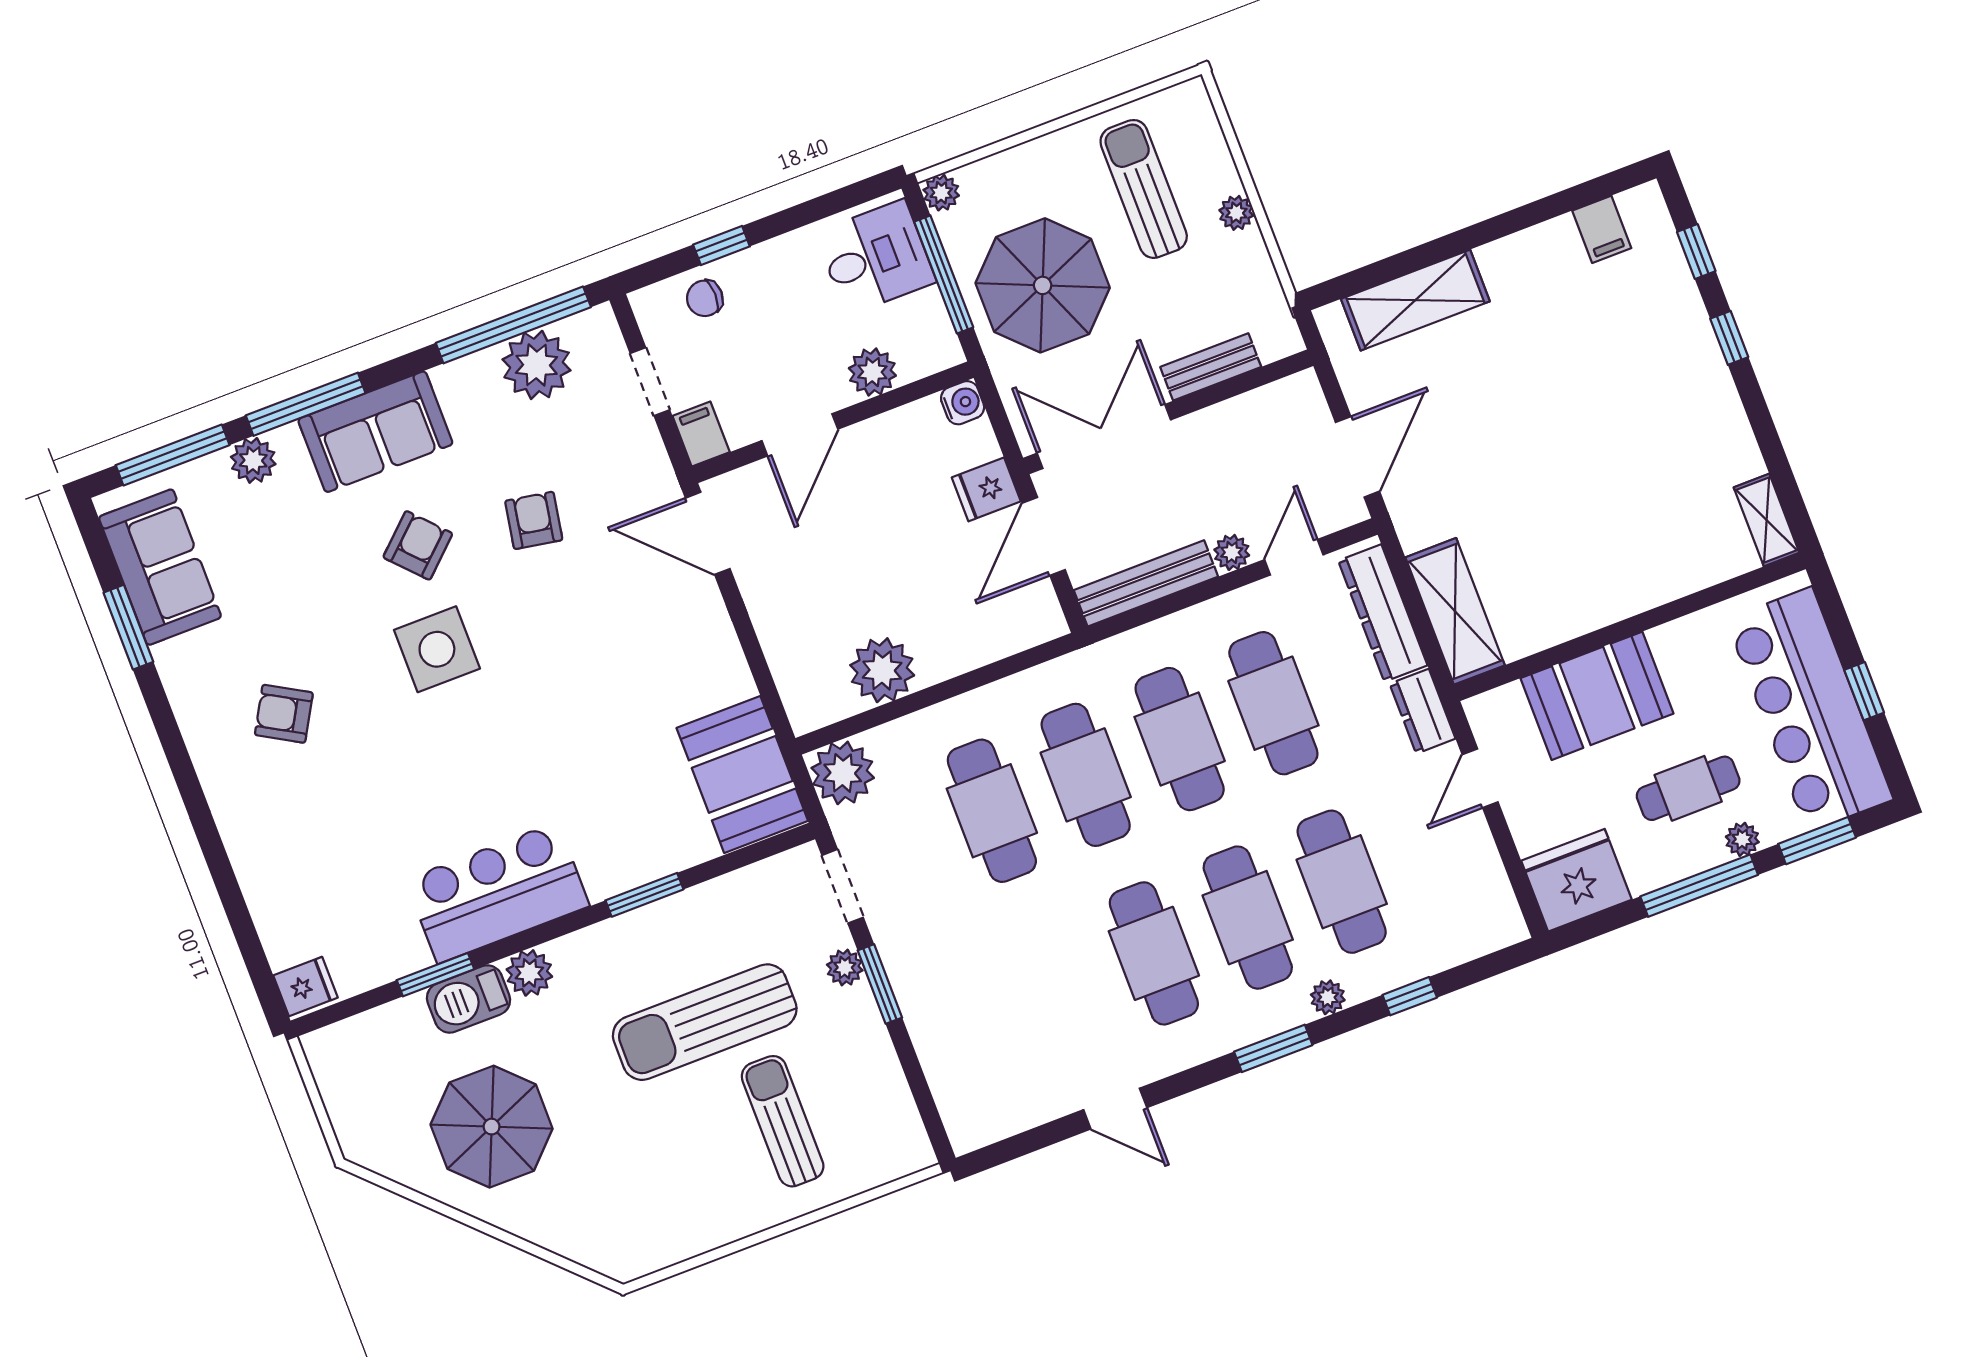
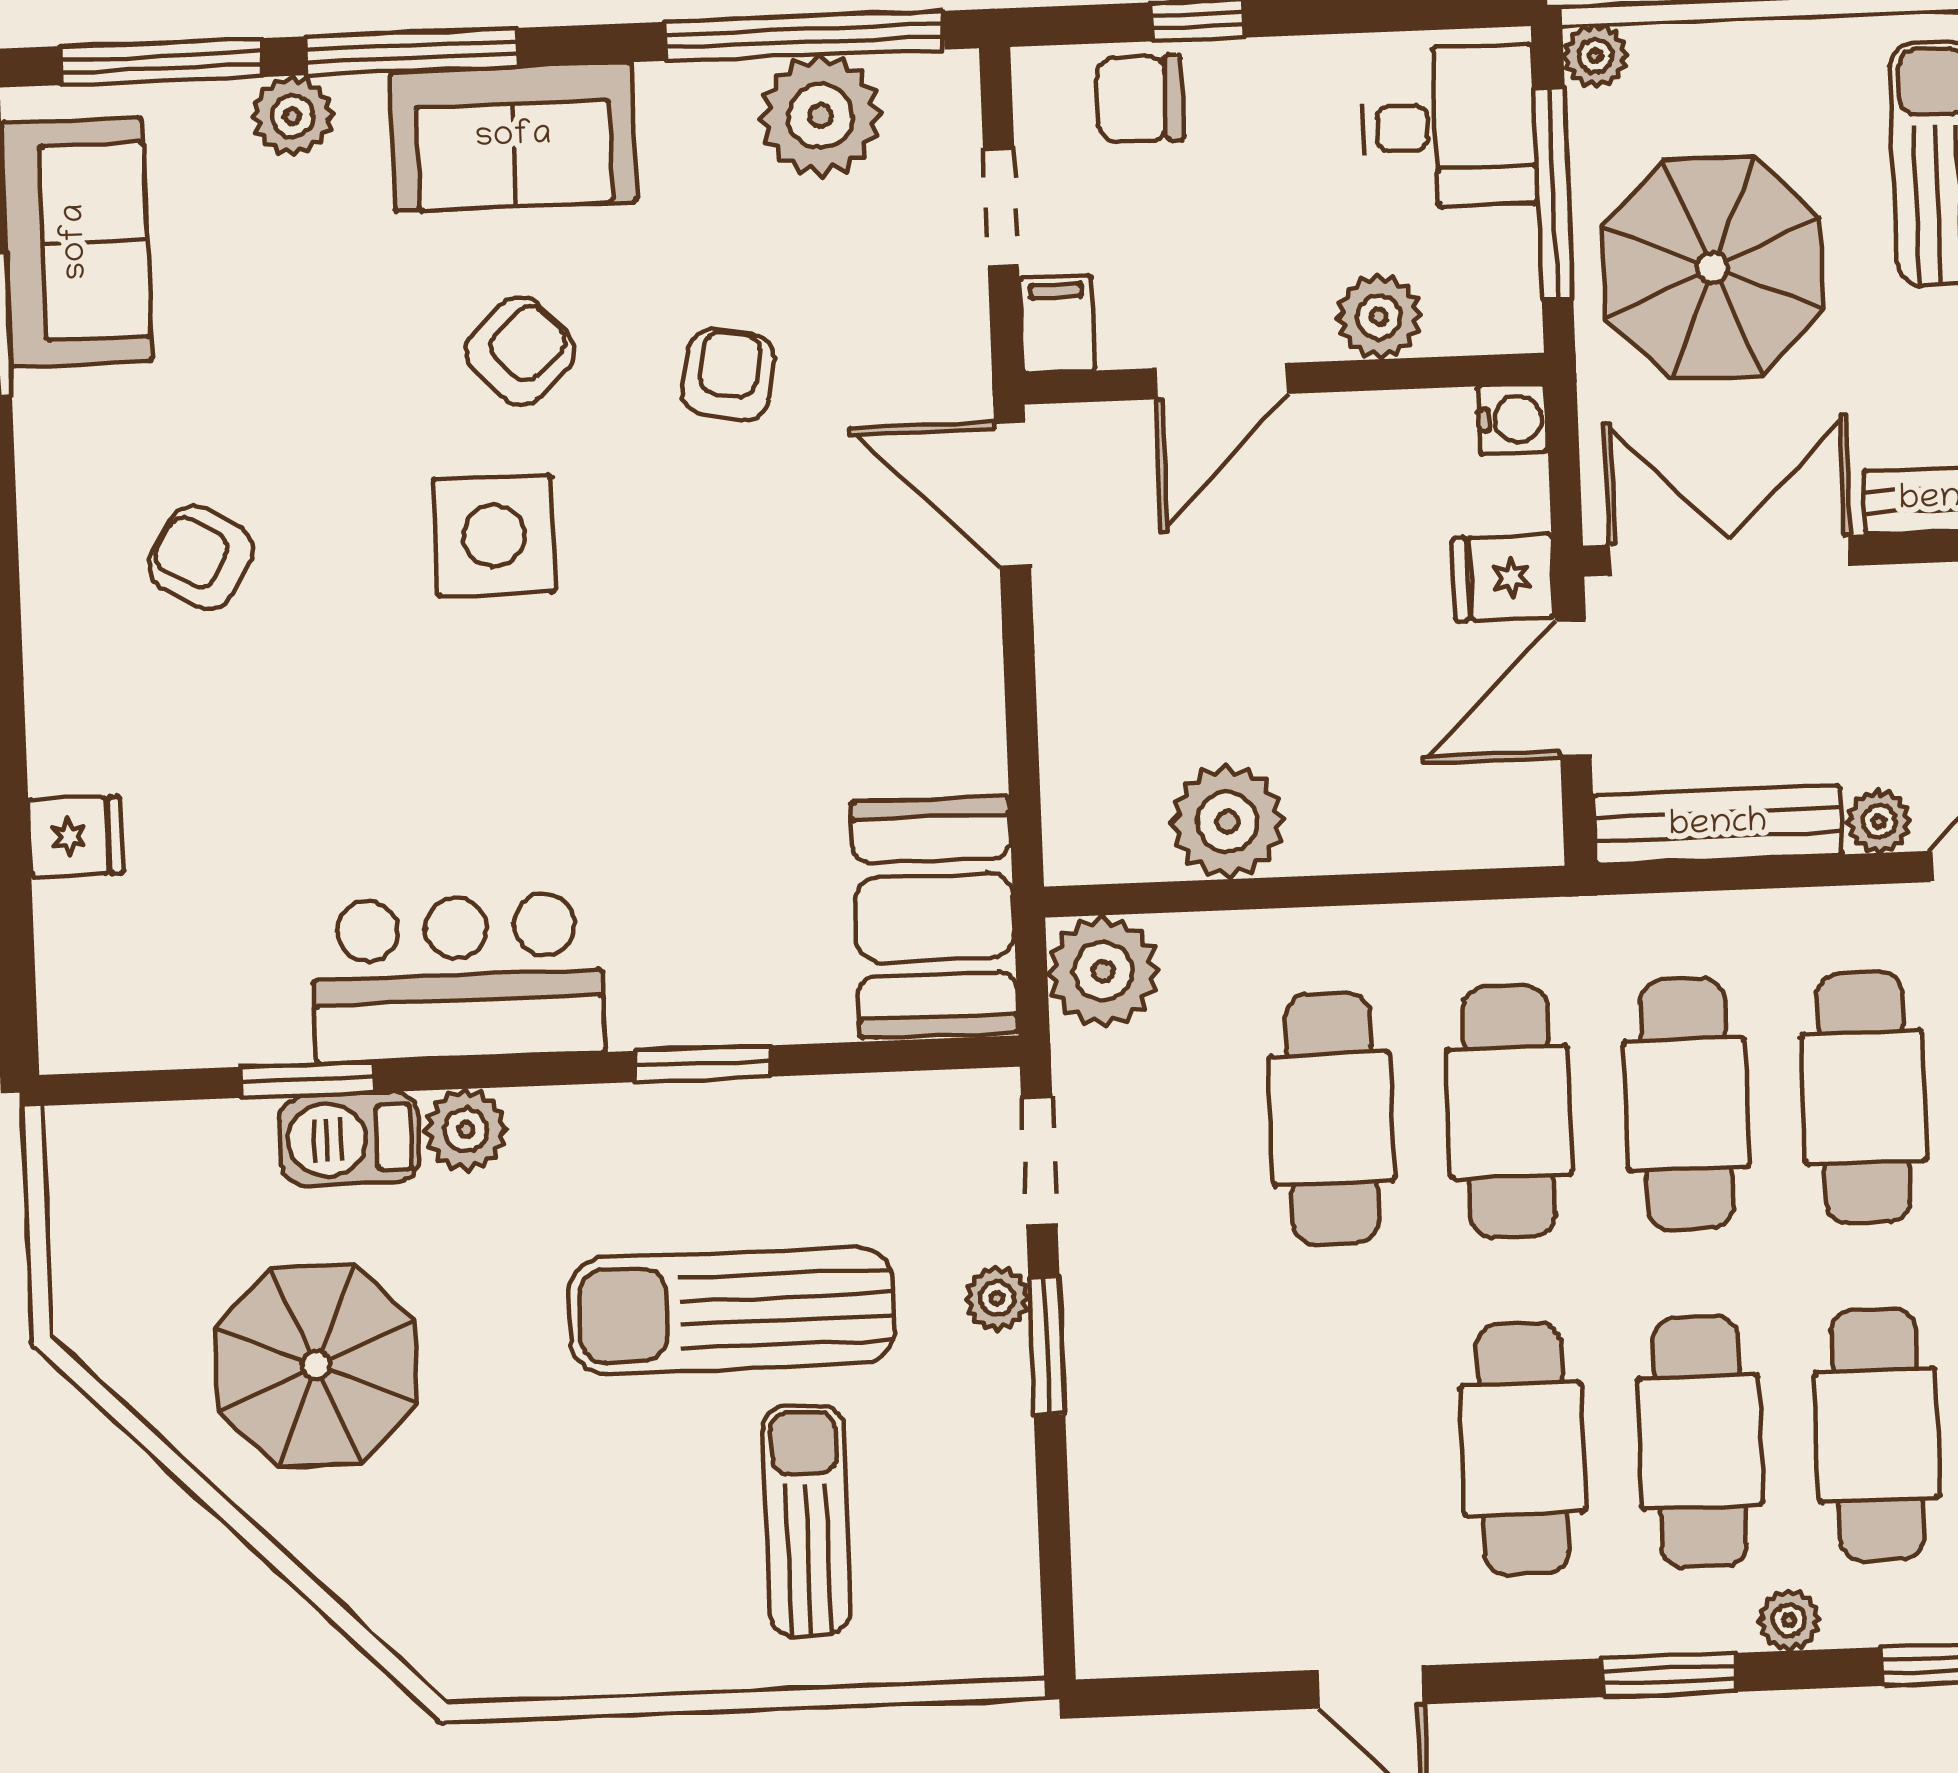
chair: (705, 298) -> (1140, 99), width x1.37, depth x1.37
fridge: (305, 987) -> (76, 837), moved

